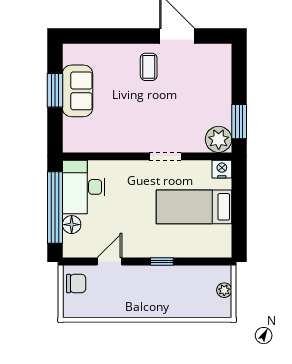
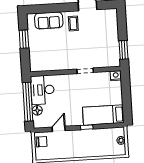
sofa: (78, 91) -> (49, 20), moved, turned 90
plant: (219, 139) -> (113, 60), removed
bed: (194, 207) -> (103, 115), moved

